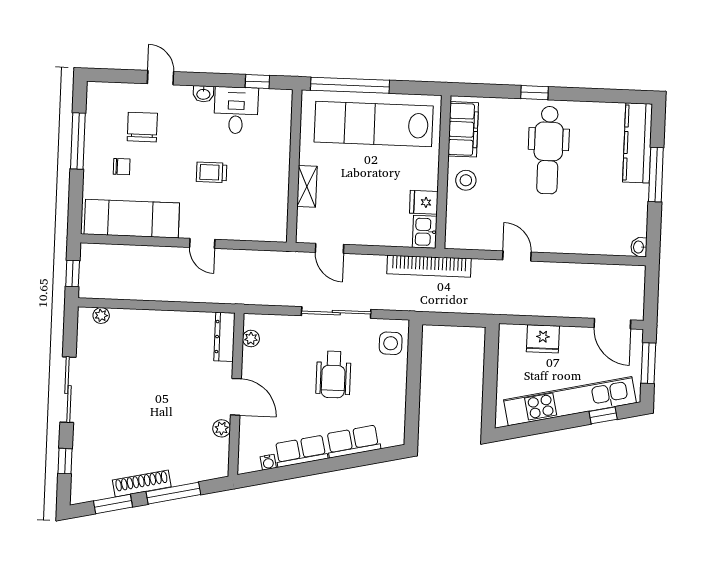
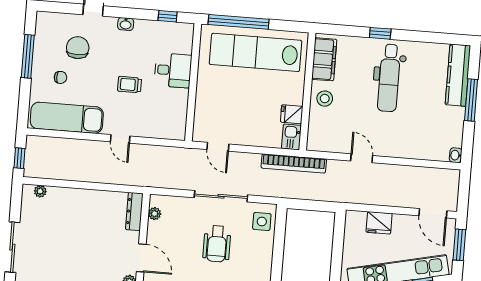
desk: (236, 110) -> (173, 70), moved, turned 90
shelving: (307, 186) -> (202, 98), removed

